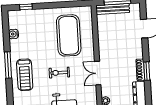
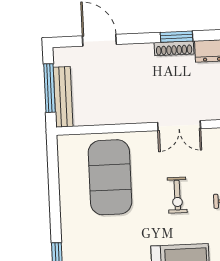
exercise mat: (69, 35) -> (110, 177), turned 90

